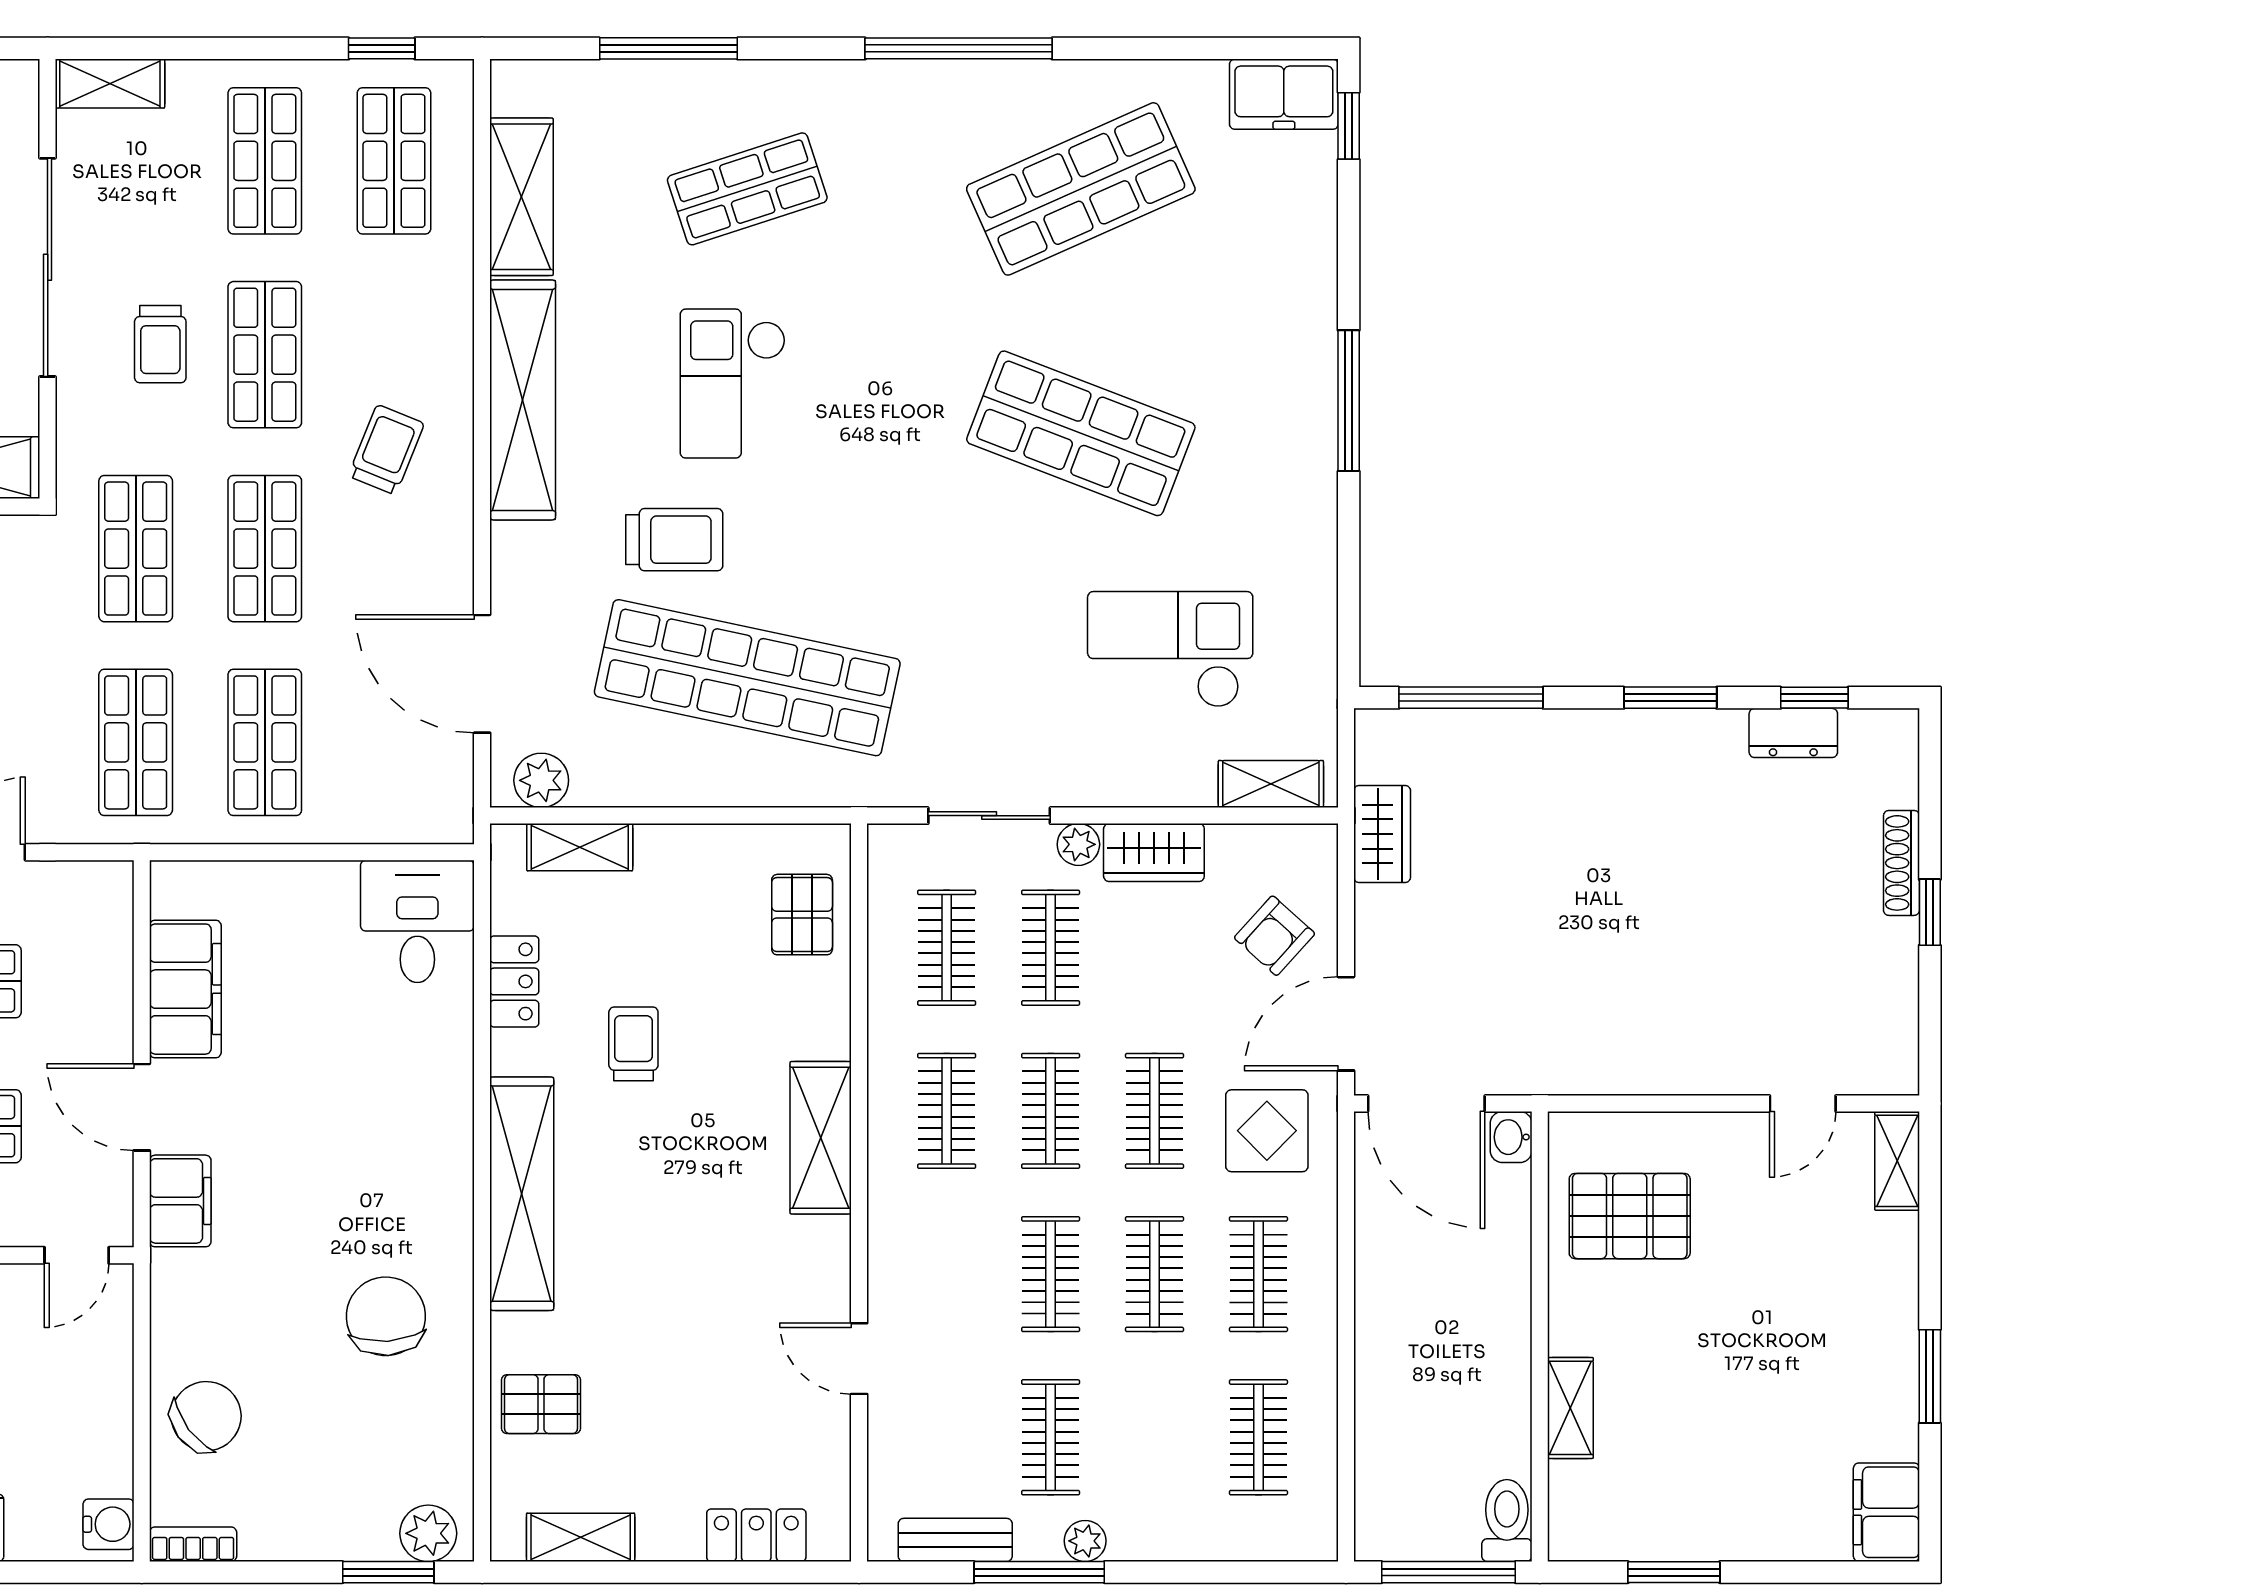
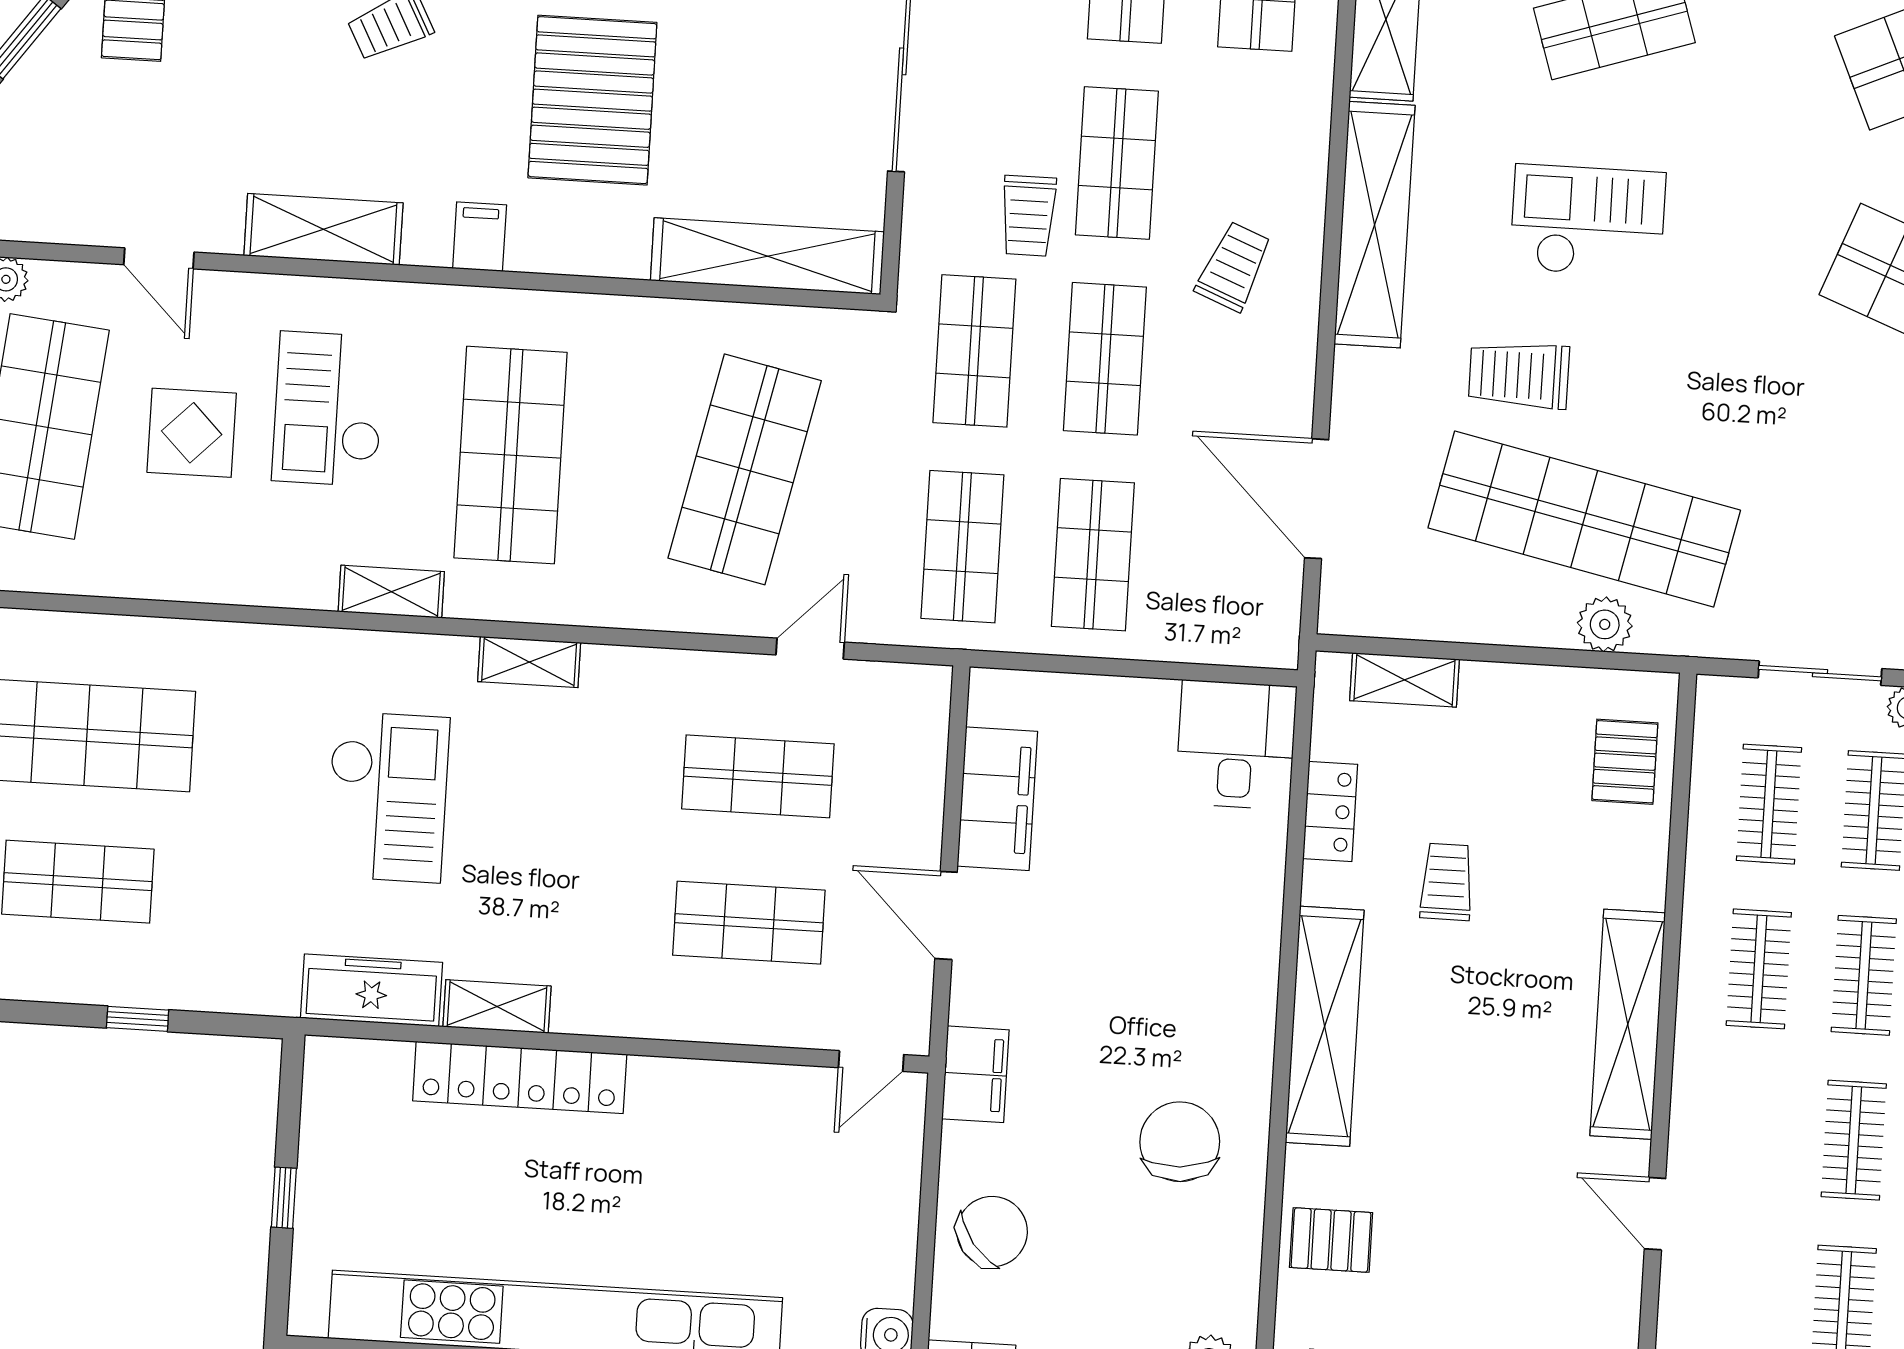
trolley: (160, 344) -> (1028, 216), moved
checkout: (733, 384) -> (1588, 221), turned 90
trolley: (674, 540) -> (1519, 375), turned 180
plant: (541, 780) -> (1605, 624), moved
shelving: (821, 1138) -> (1628, 1024), width x1.47
filing cabinet: (180, 1201) -> (975, 1074), moved

